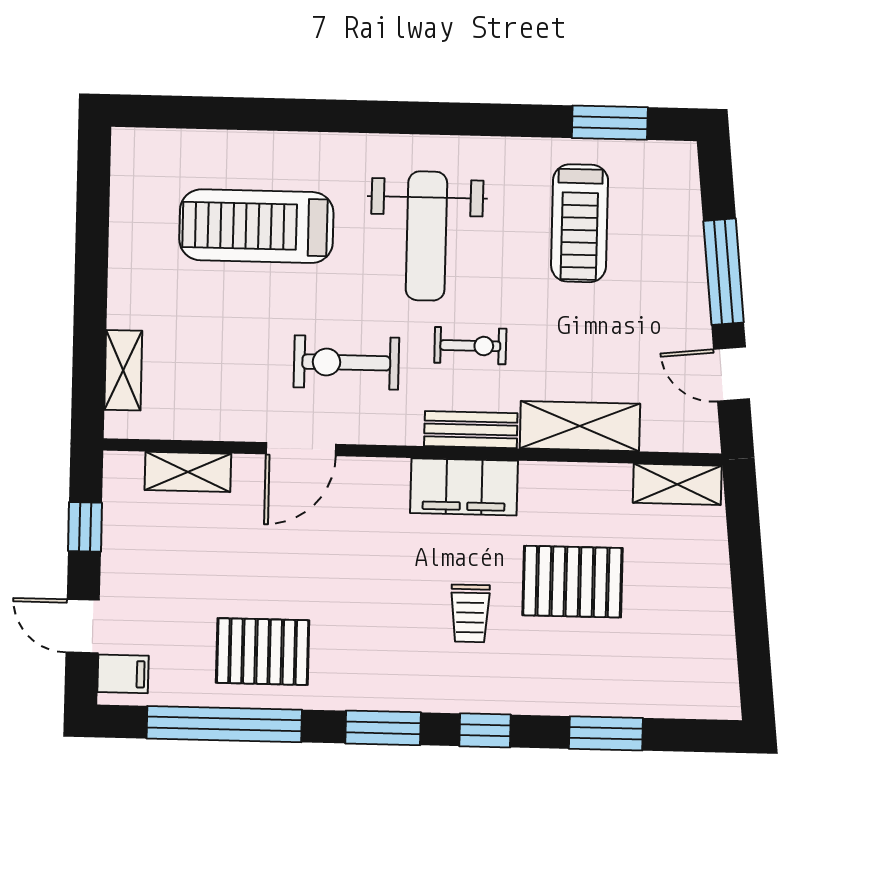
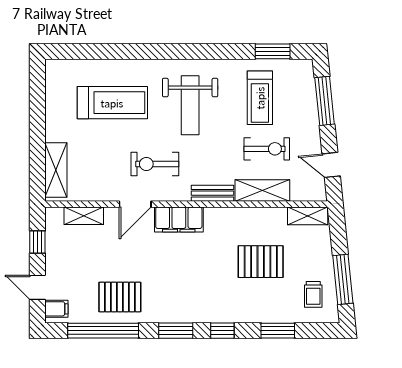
treadmill: (256, 226) -> (112, 103), turned 180
window: (724, 272) -> (325, 101), moved
exercise bike: (470, 346) -> (267, 149), moved, width x1.38, depth x1.39
shelving: (123, 370) -> (56, 170), width x1.50, depth x1.33
filing cabinet: (464, 487) -> (179, 219), moved
trolley: (470, 613) -> (313, 294), moved
window: (751, 625) -> (343, 279), added

